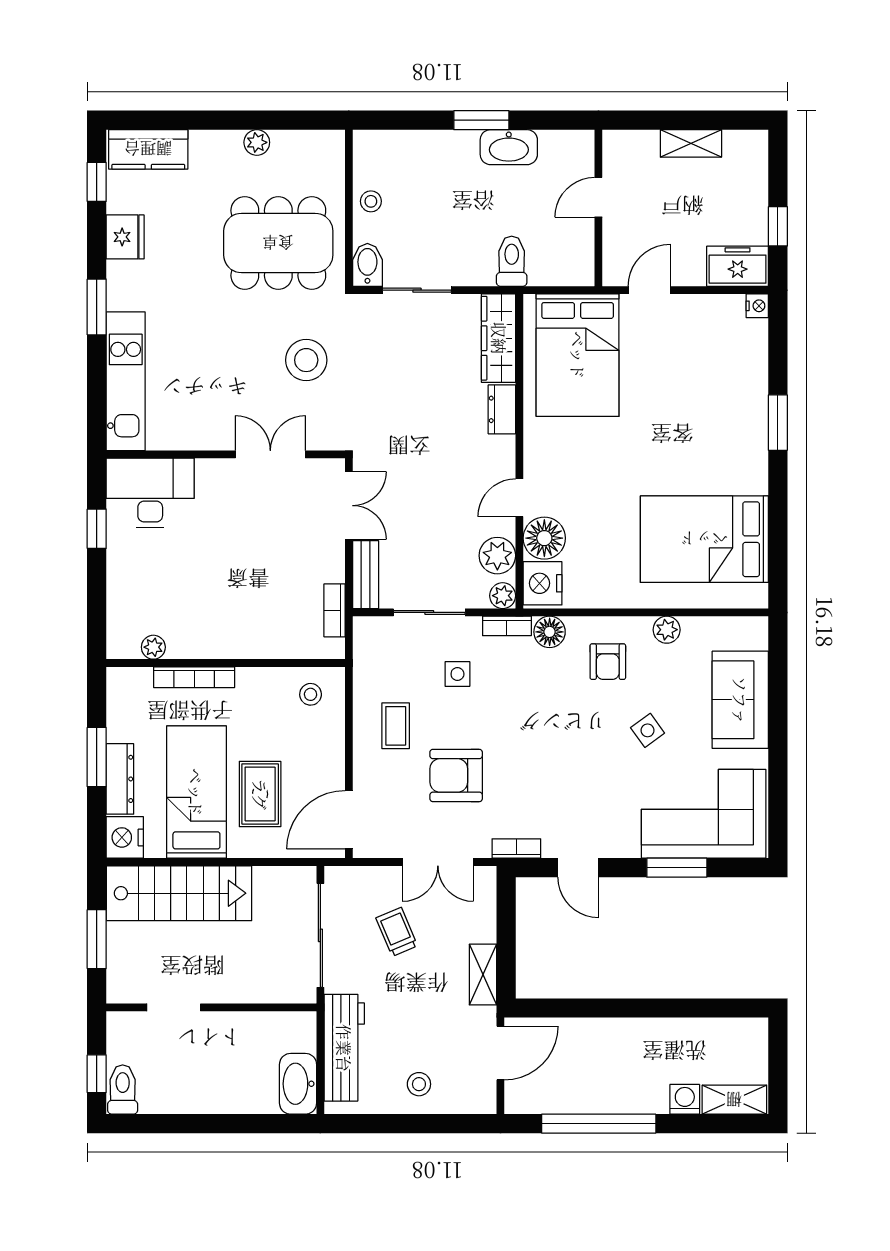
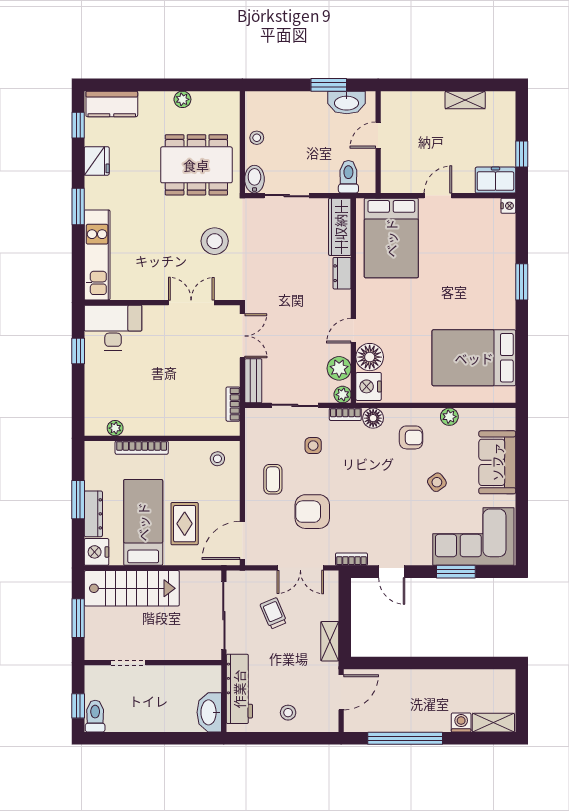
door: (598, 197) -> (378, 135), moved
wall: (598, 208) -> (378, 142), moved
armchair: (608, 662) -> (411, 437), turned -90

